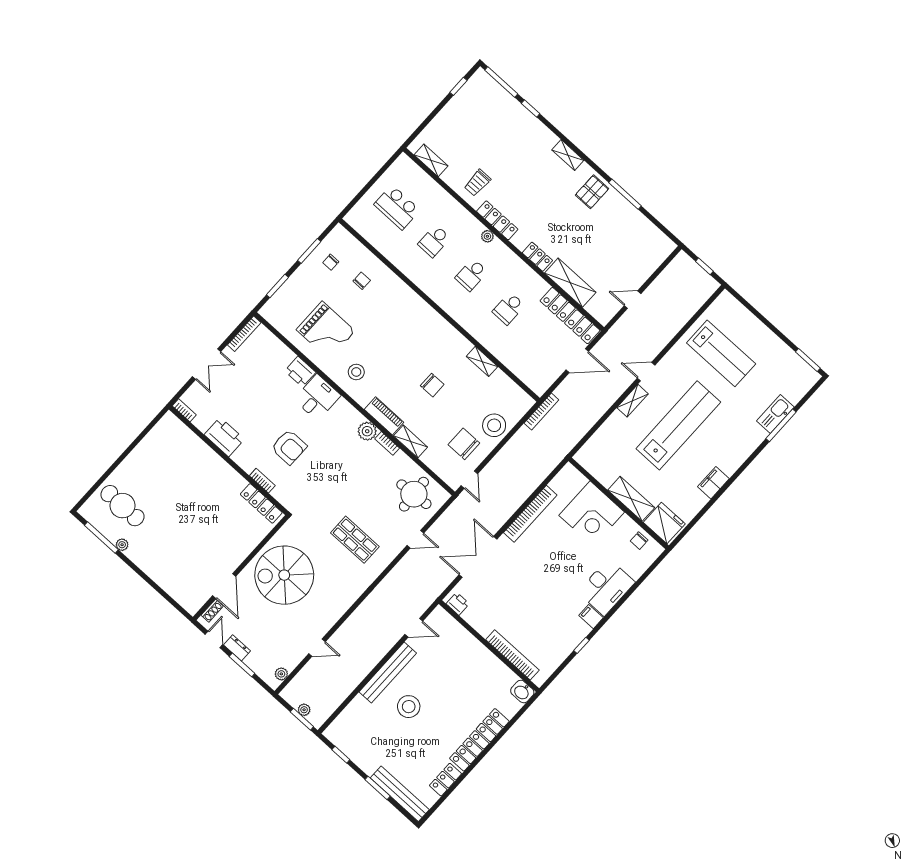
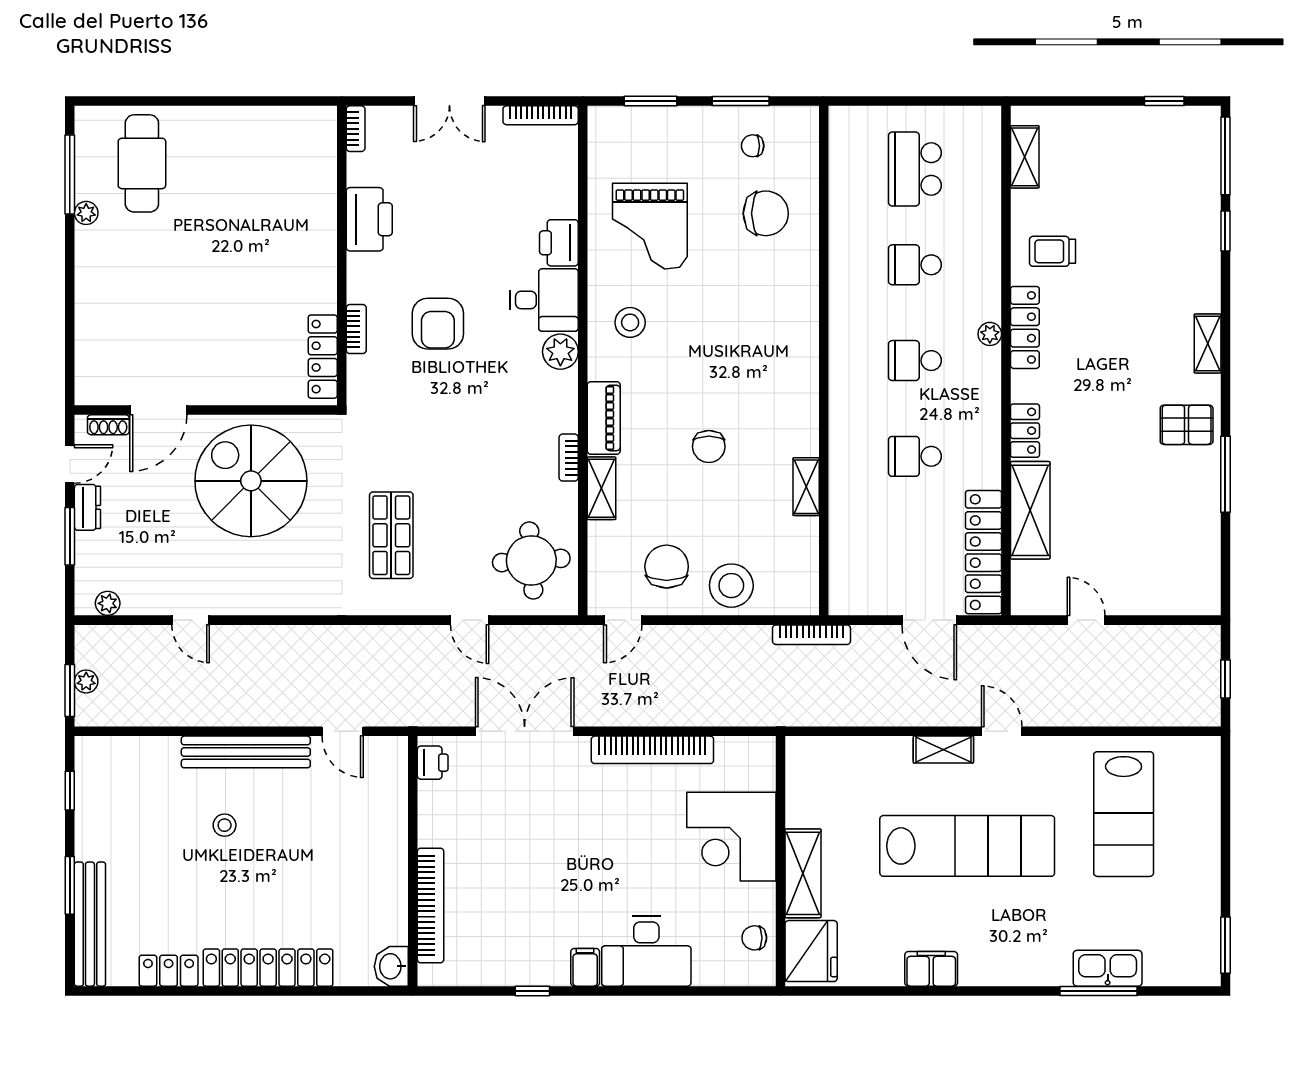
chair: (362, 281) -> (766, 213), width x1.87, depth x1.87
plant: (367, 431) -> (560, 352), moved
stool: (409, 707) -> (225, 825), width x0.53, depth x0.53

